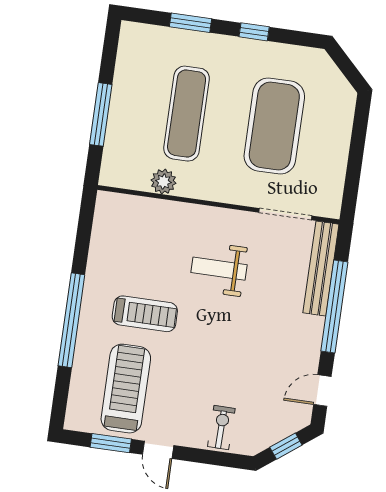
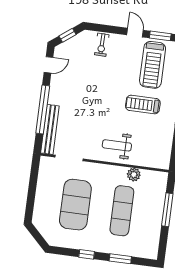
weight bench: (219, 269) -> (117, 145), moved, turned 180

